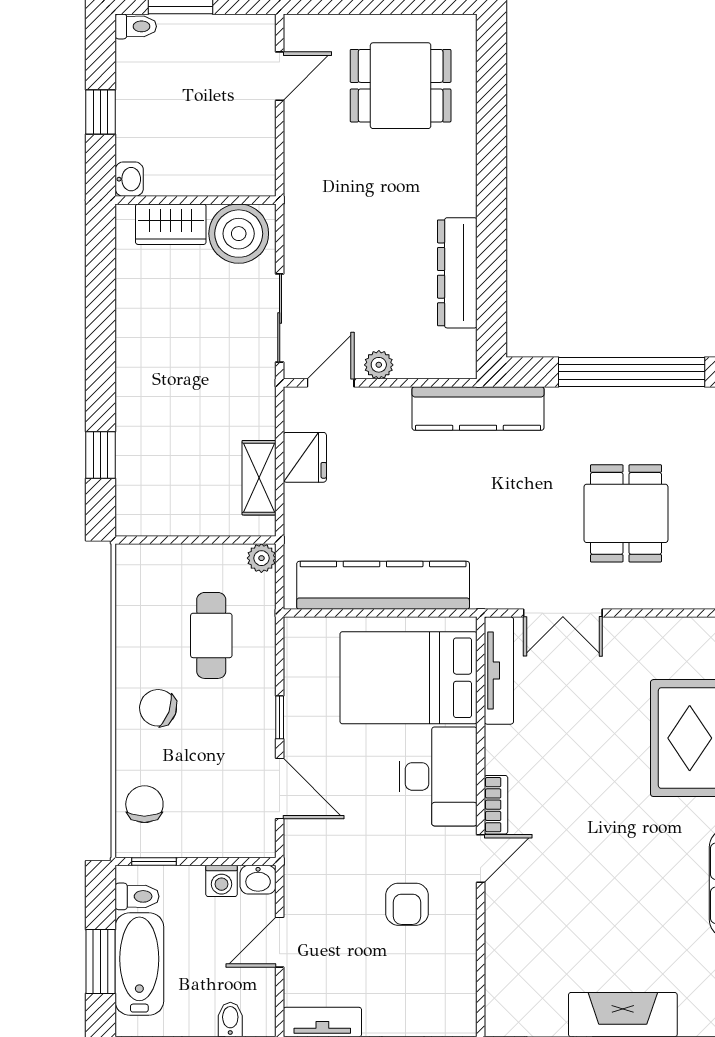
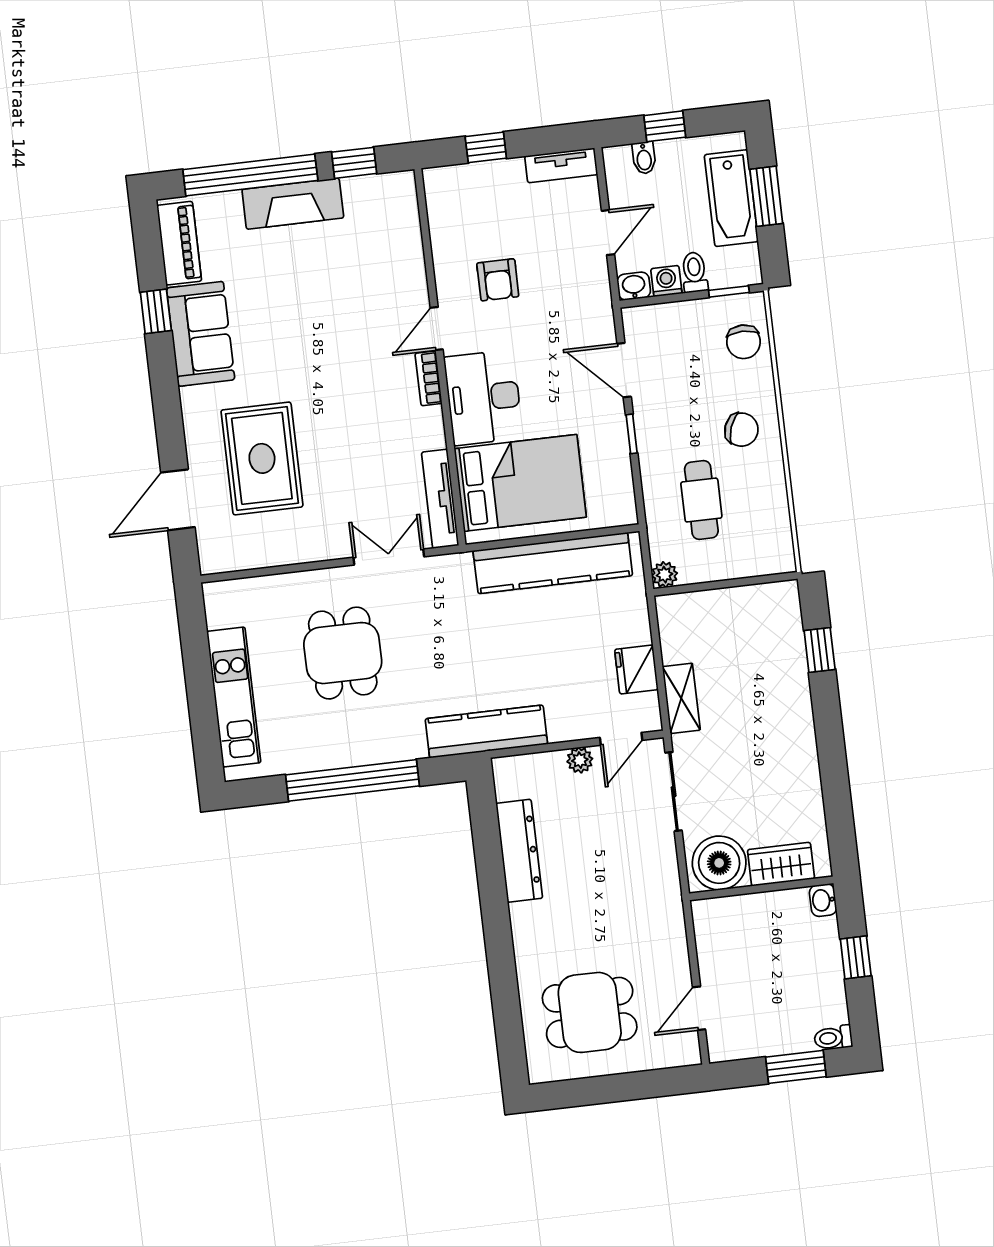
shelving: (259, 478) -> (681, 698), moved
toilet: (137, 896) -> (694, 272), moved, turned 90
armchair: (407, 904) -> (498, 280), turned 180

